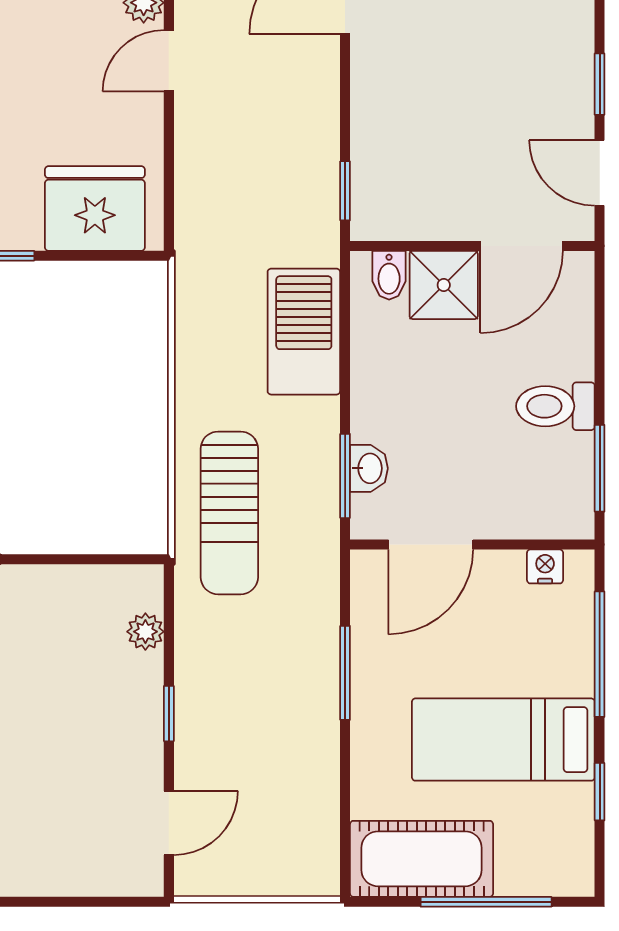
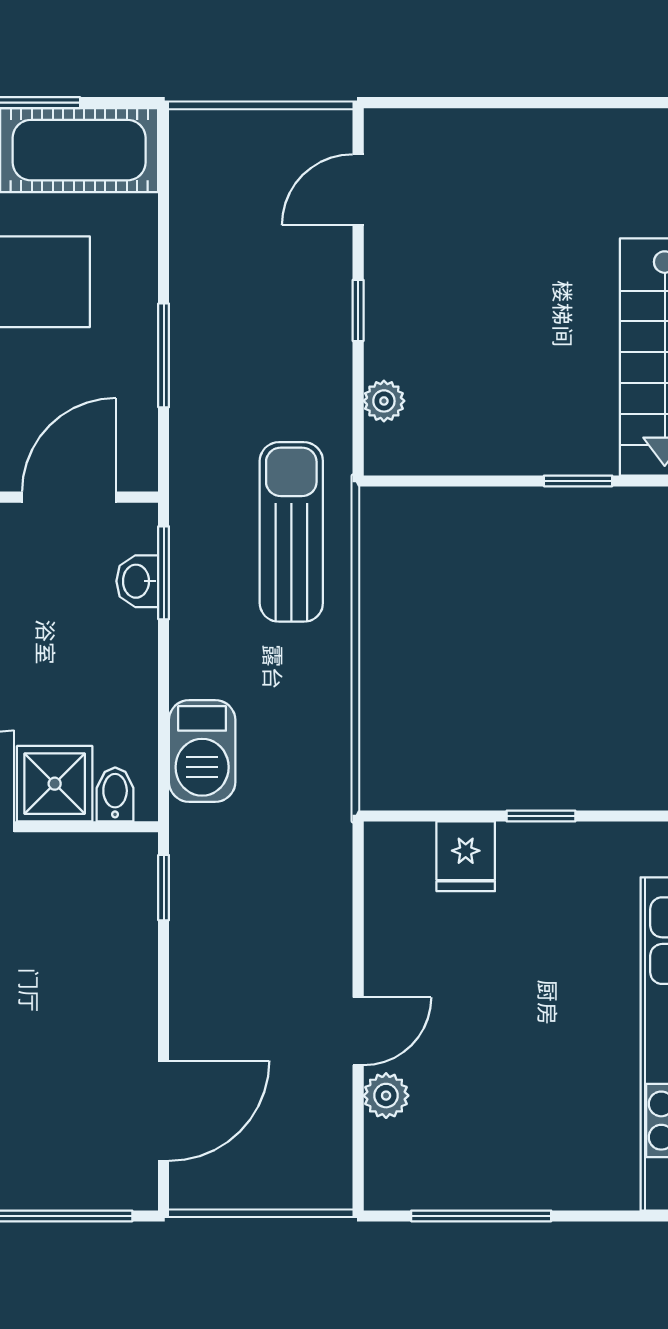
fridge: (95, 208) -> (466, 856), width x0.53, depth x0.75
barbecue: (304, 332) -> (202, 751), width x0.73, depth x0.83

